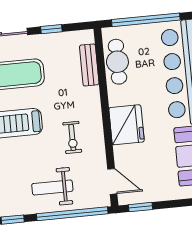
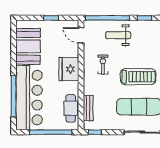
window: (51, 29) -> (95, 132), moved
weight bench: (52, 187) -> (118, 35), turned 180
window: (140, 207) -> (51, 18), moved

